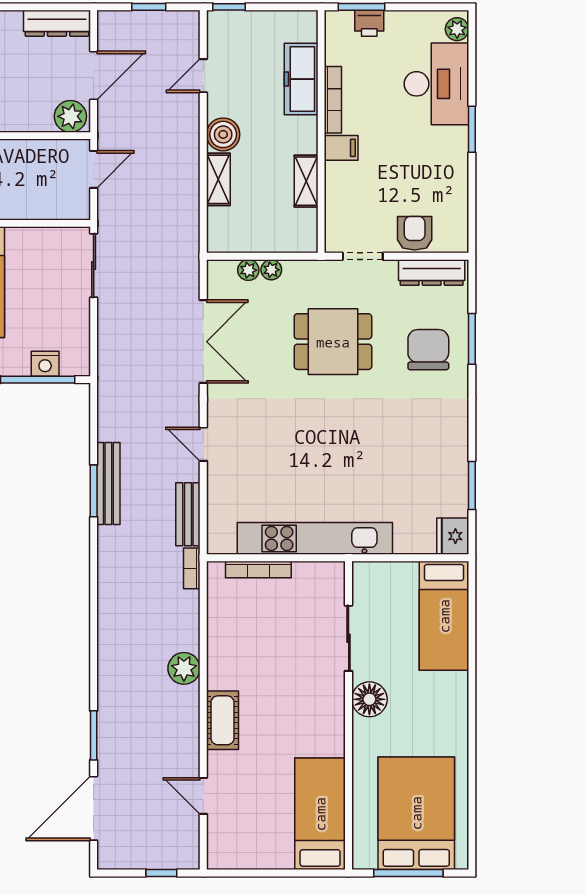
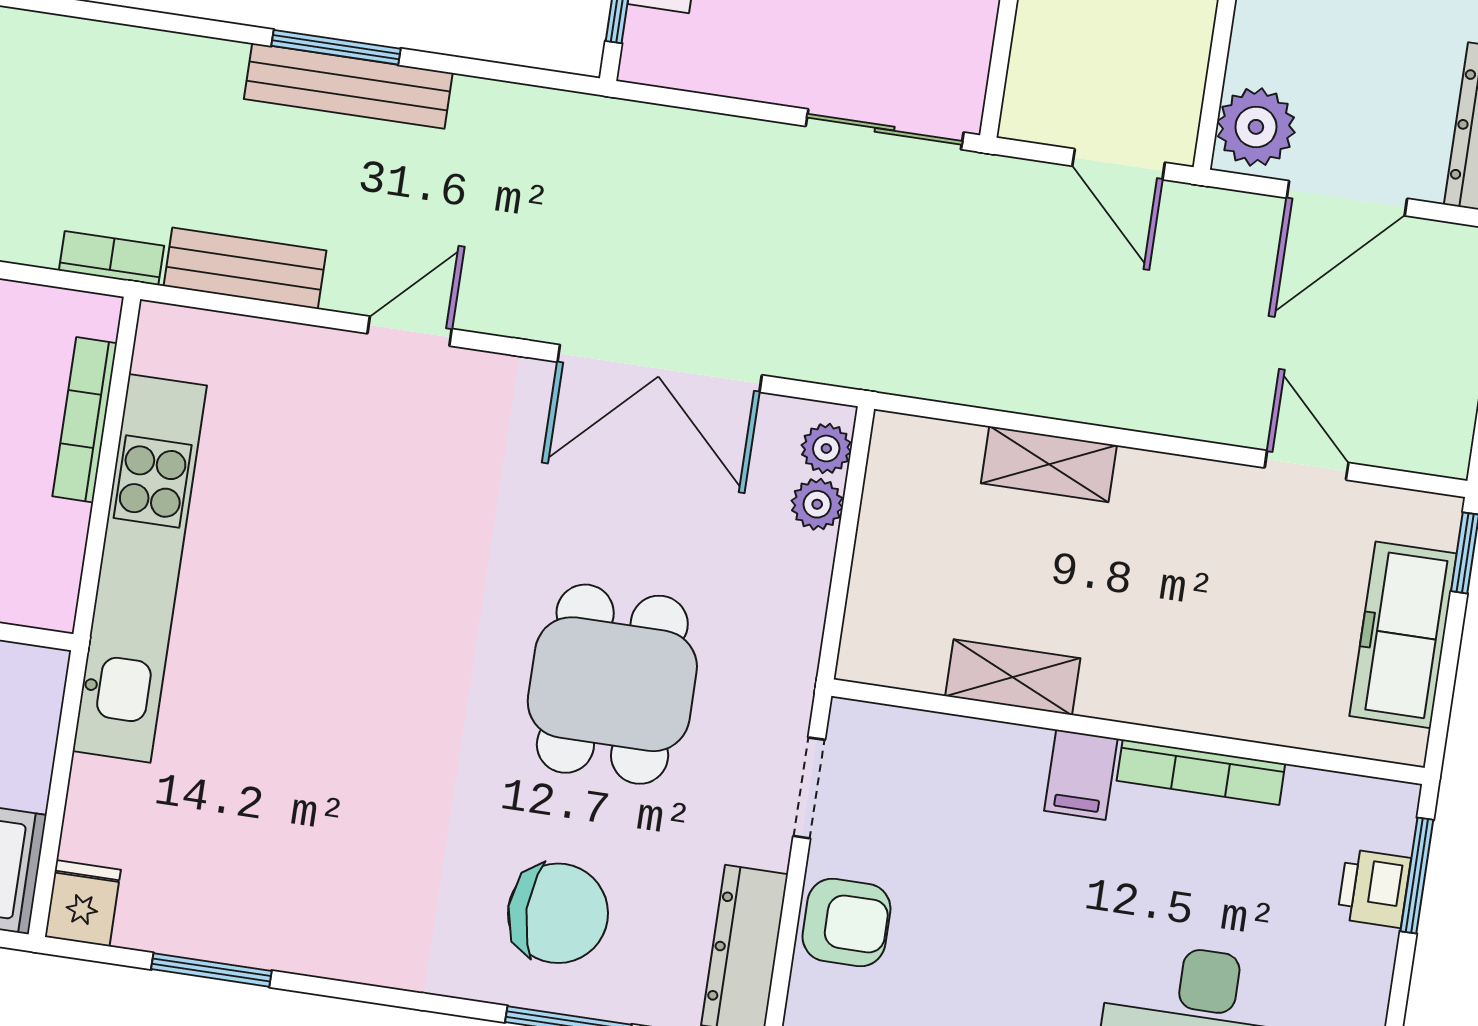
door: (94, 76) -> (1347, 198), hinge flipped
freezer: (301, 79) -> (1403, 635), moved, turned -90
boiler: (223, 134) -> (1156, 492), removed
plant: (271, 270) -> (826, 448), moved
fridge: (453, 536) -> (83, 903), width x0.72

